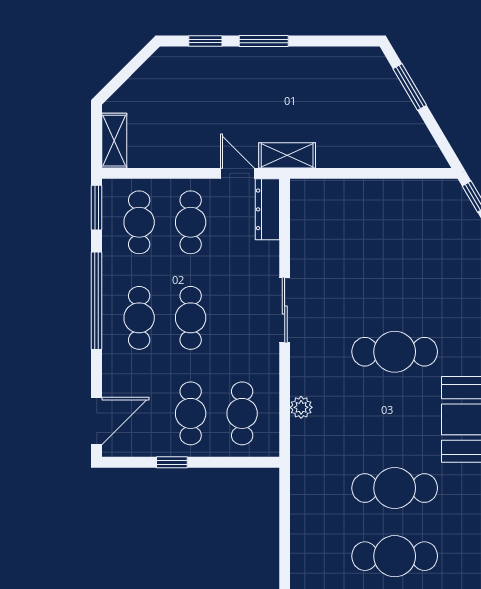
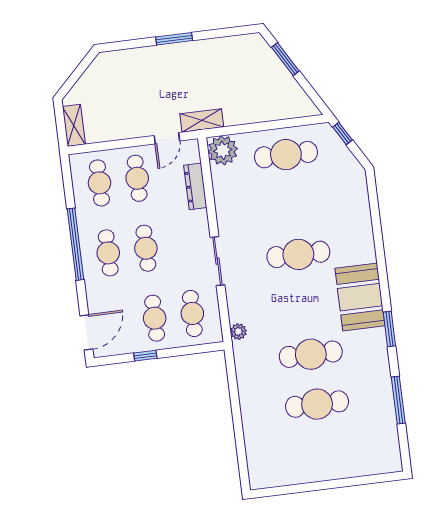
window: (205, 41) -> (131, 44), removed
door: (237, 173) -> (167, 138), swing flipped
plant: (310, 199) -> (223, 150), added
window: (97, 208) -> (67, 176), removed
dresser: (267, 209) -> (195, 186), moved
cafe table: (395, 215) -> (286, 155), added
sliding door: (285, 310) -> (217, 261), moved
plant: (301, 407) -> (238, 331), moved

